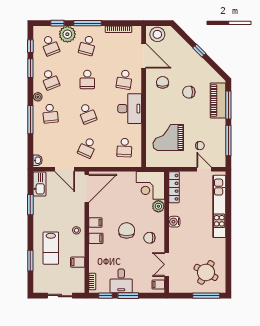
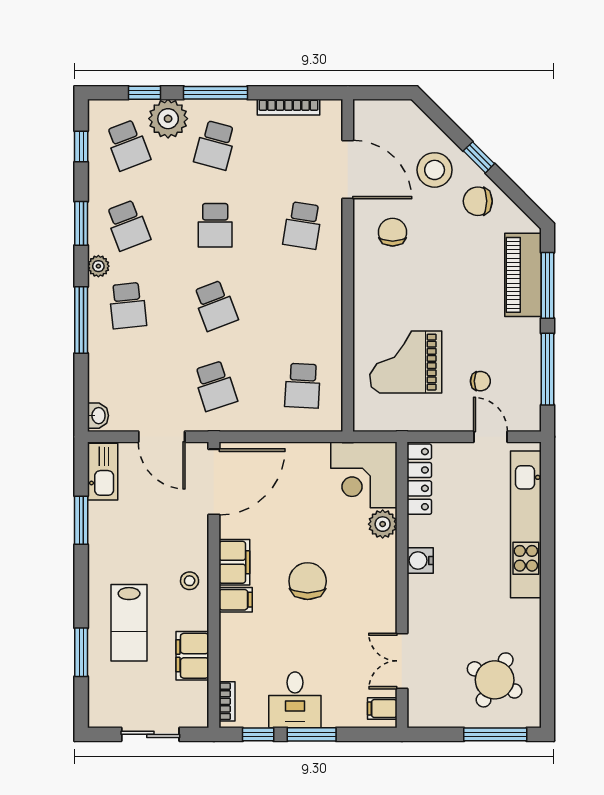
stool: (157, 34) -> (435, 170), moved
window: (30, 68) -> (81, 223), moved
chair: (189, 92) -> (478, 201), moved
desk: (130, 109) -> (315, 294), removed
school desk: (87, 148) -> (215, 386), turned -42
filing cabinet: (95, 222) -> (234, 562), width x2.00
chair: (149, 238) -> (362, 598), removed
filing cabinet: (78, 262) -> (192, 656), width x2.00

